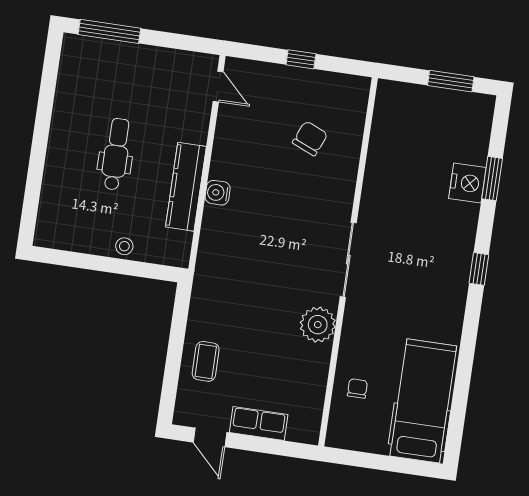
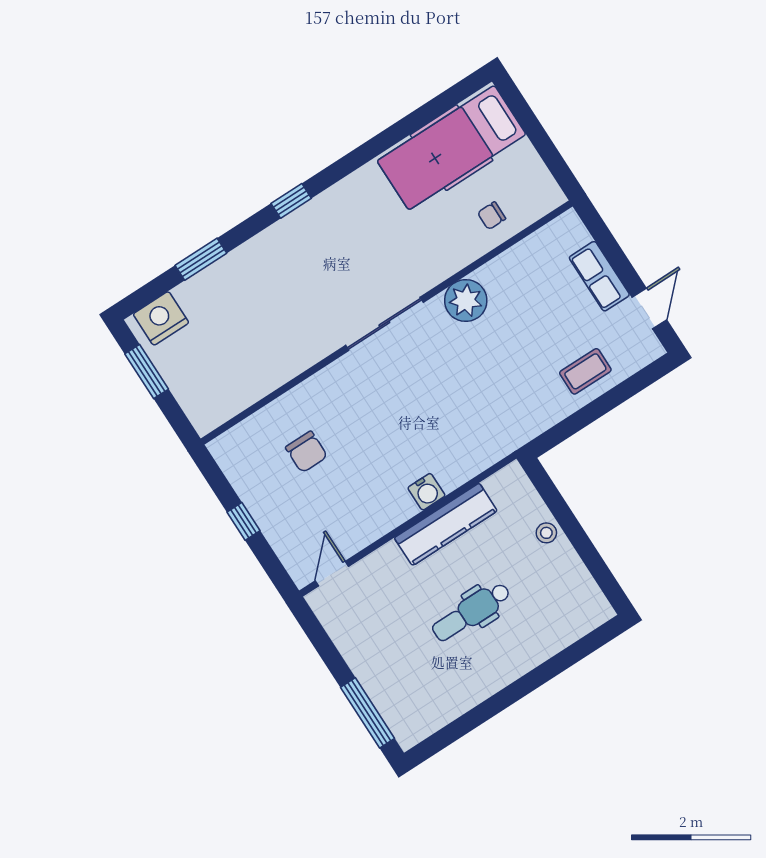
chair: (310, 138) -> (306, 452), turned -113
nightstand: (467, 183) -> (161, 318), moved

